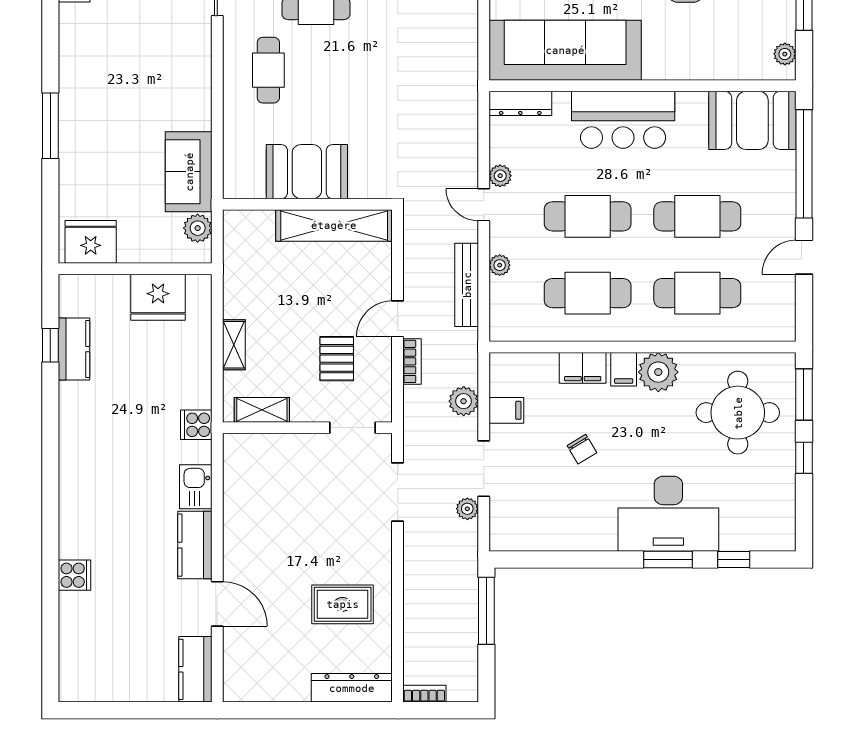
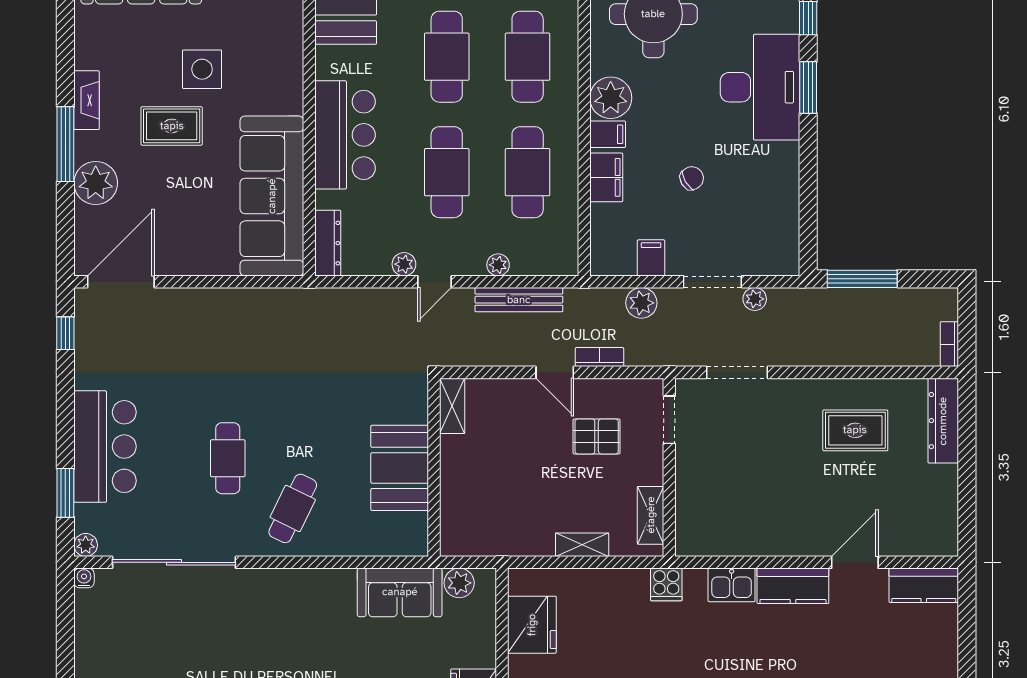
cafe table: (268, 70) -> (293, 508), turned -64
shelving: (334, 225) -> (452, 406), width x0.45, depth x0.75
rug: (343, 604) -> (855, 430), turned 90

